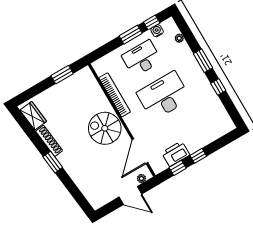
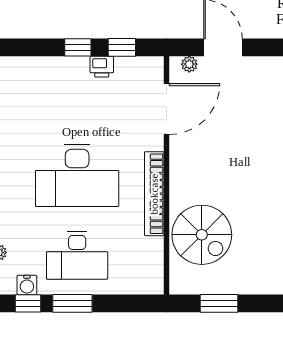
bookcase: (115, 95) -> (154, 194), moved
spiral stairs: (105, 128) -> (202, 235), moved
printer: (176, 154) -> (102, 67), width x0.53, depth x0.68

